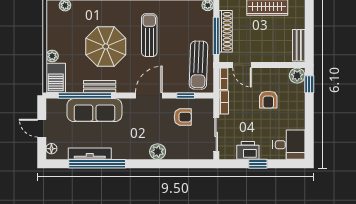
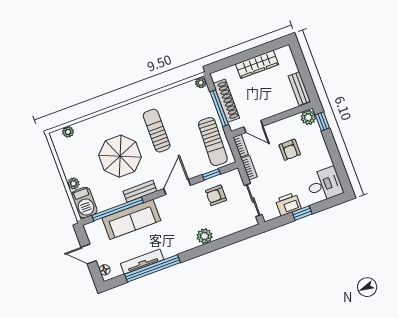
bench: (100, 87) -> (140, 191), moved
armchair: (183, 117) -> (216, 195), turned 180

